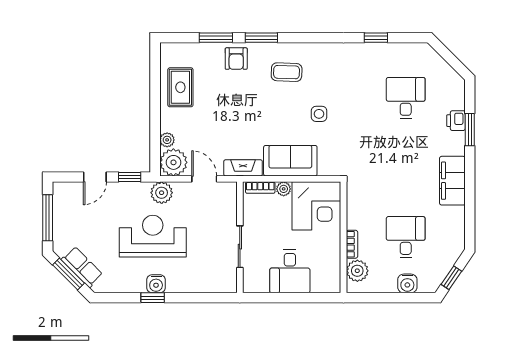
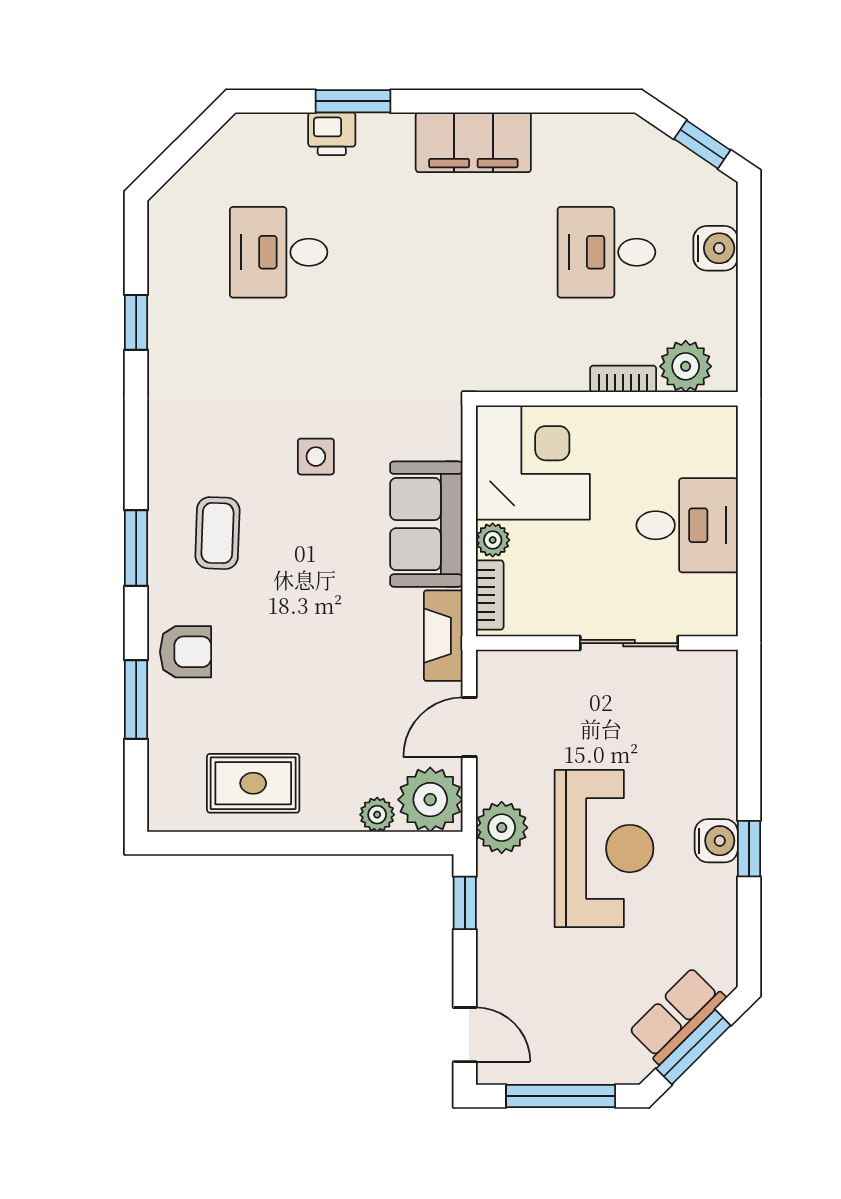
window: (261, 38) -> (136, 548), moved
door: (95, 177) -> (465, 1035), moved
reception desk: (153, 236) -> (604, 849), turned 180

